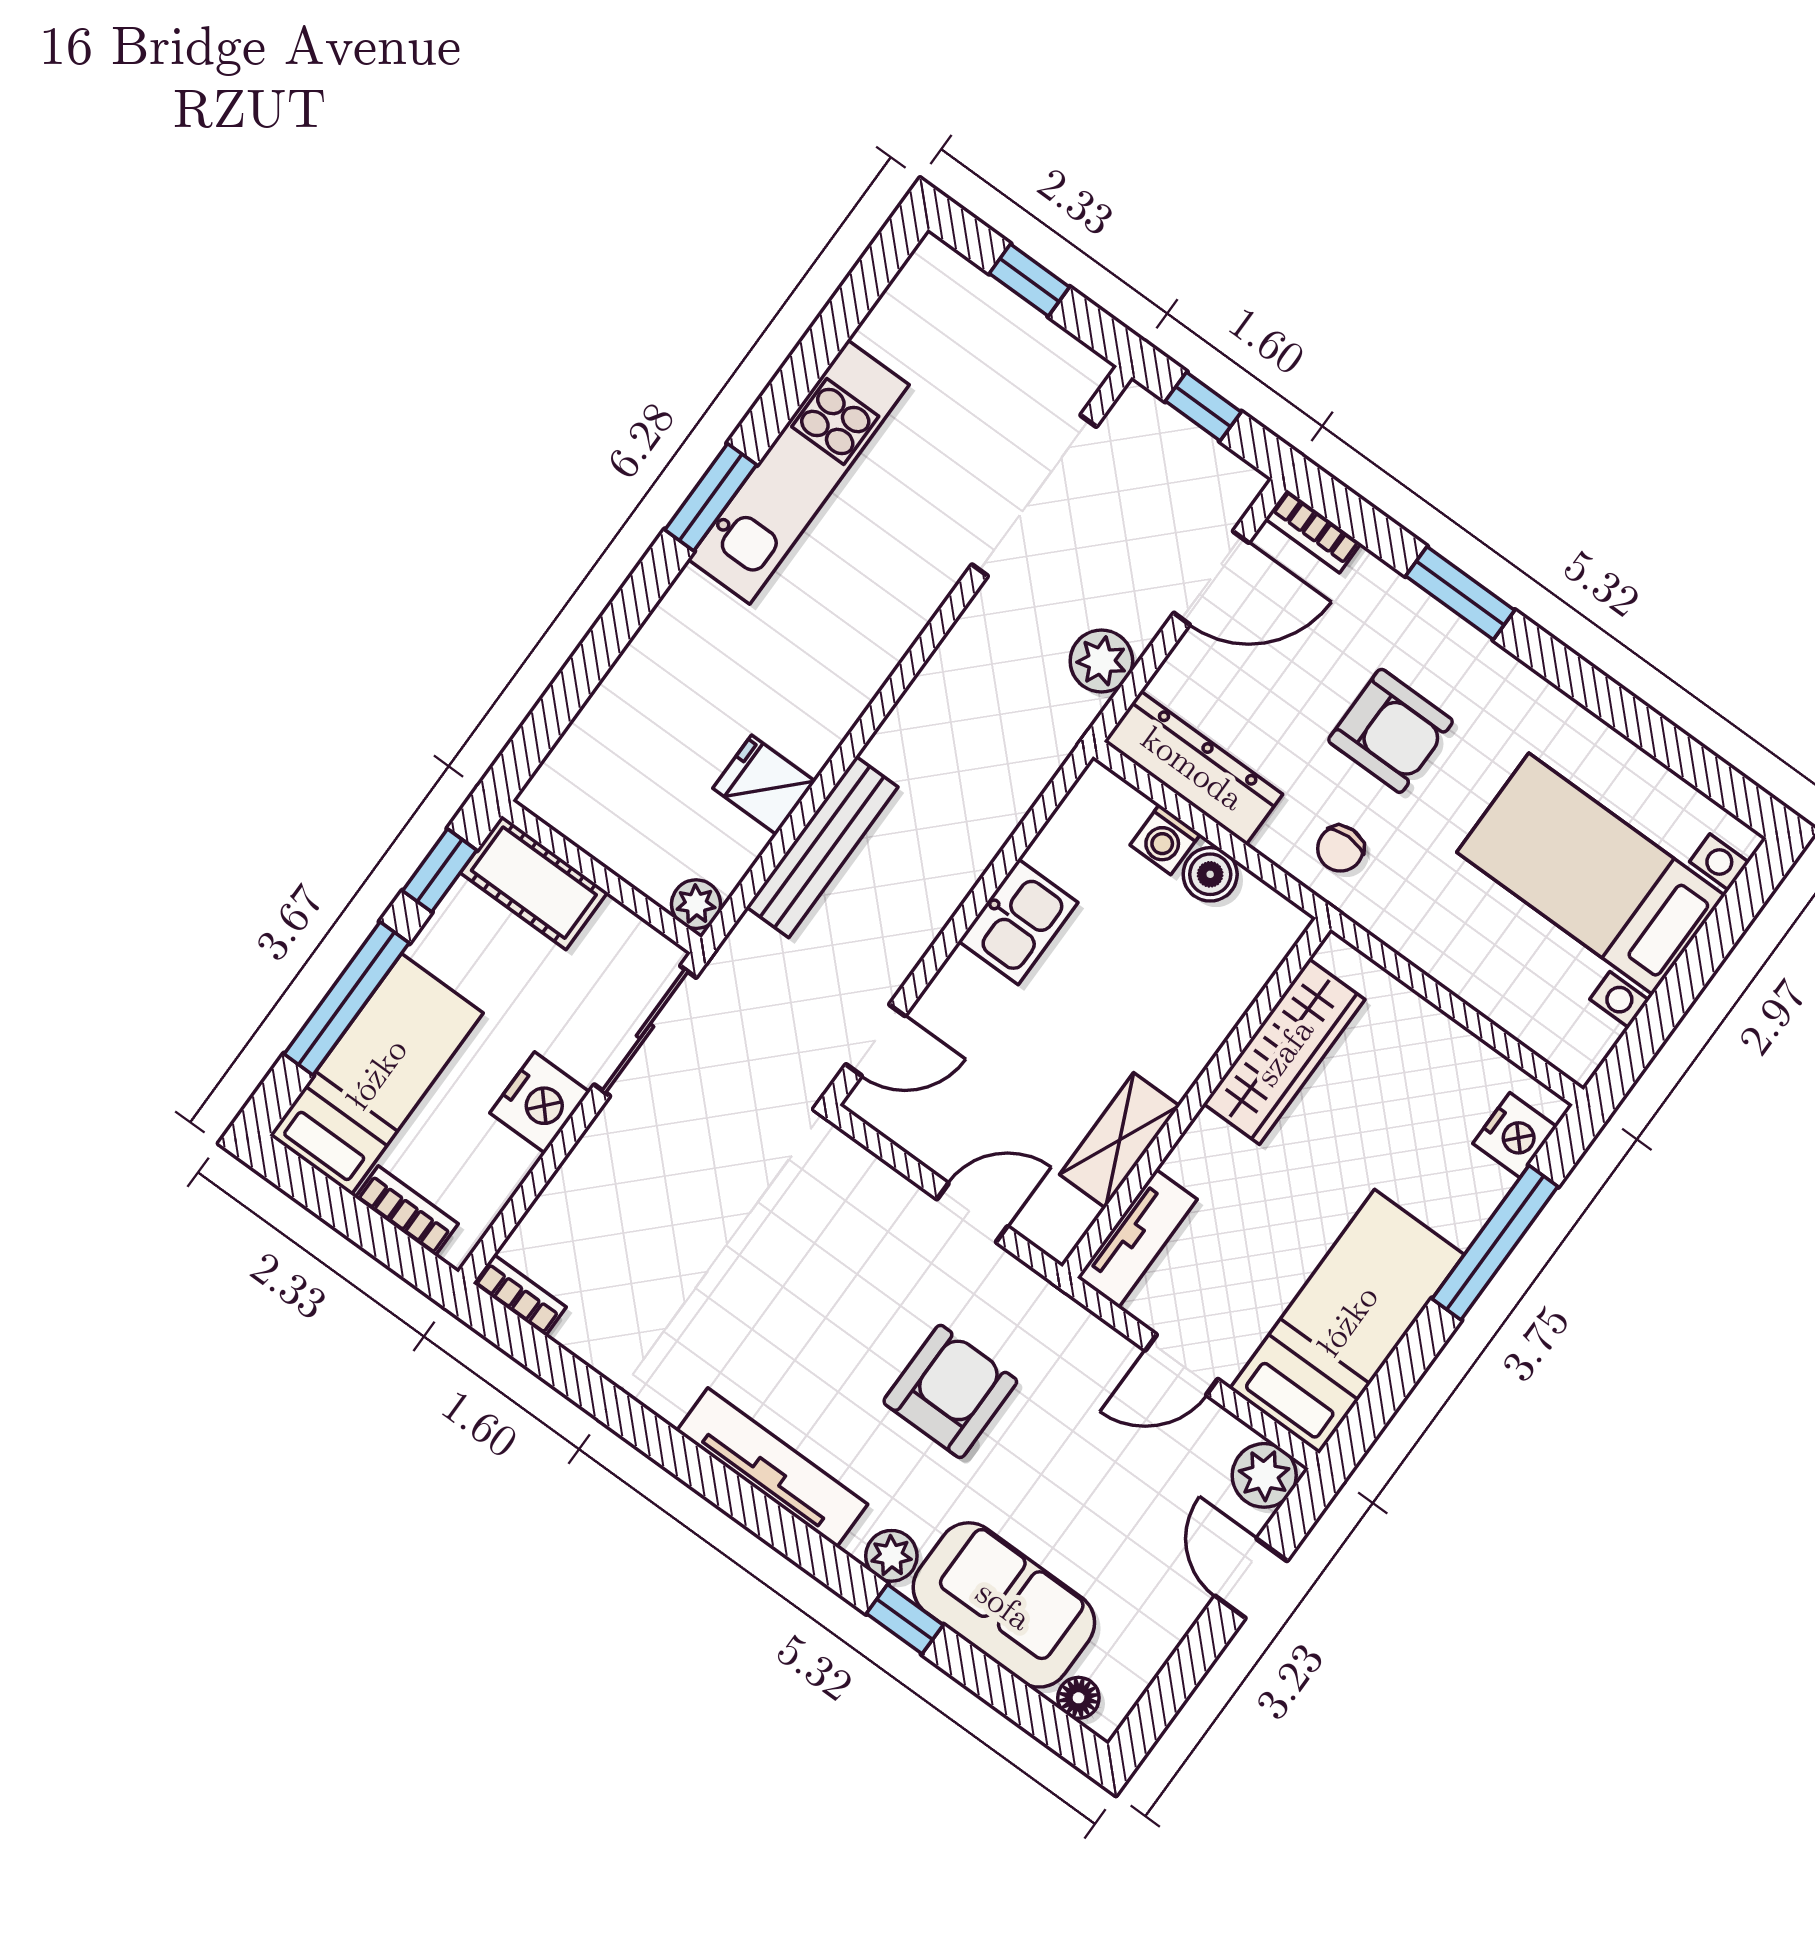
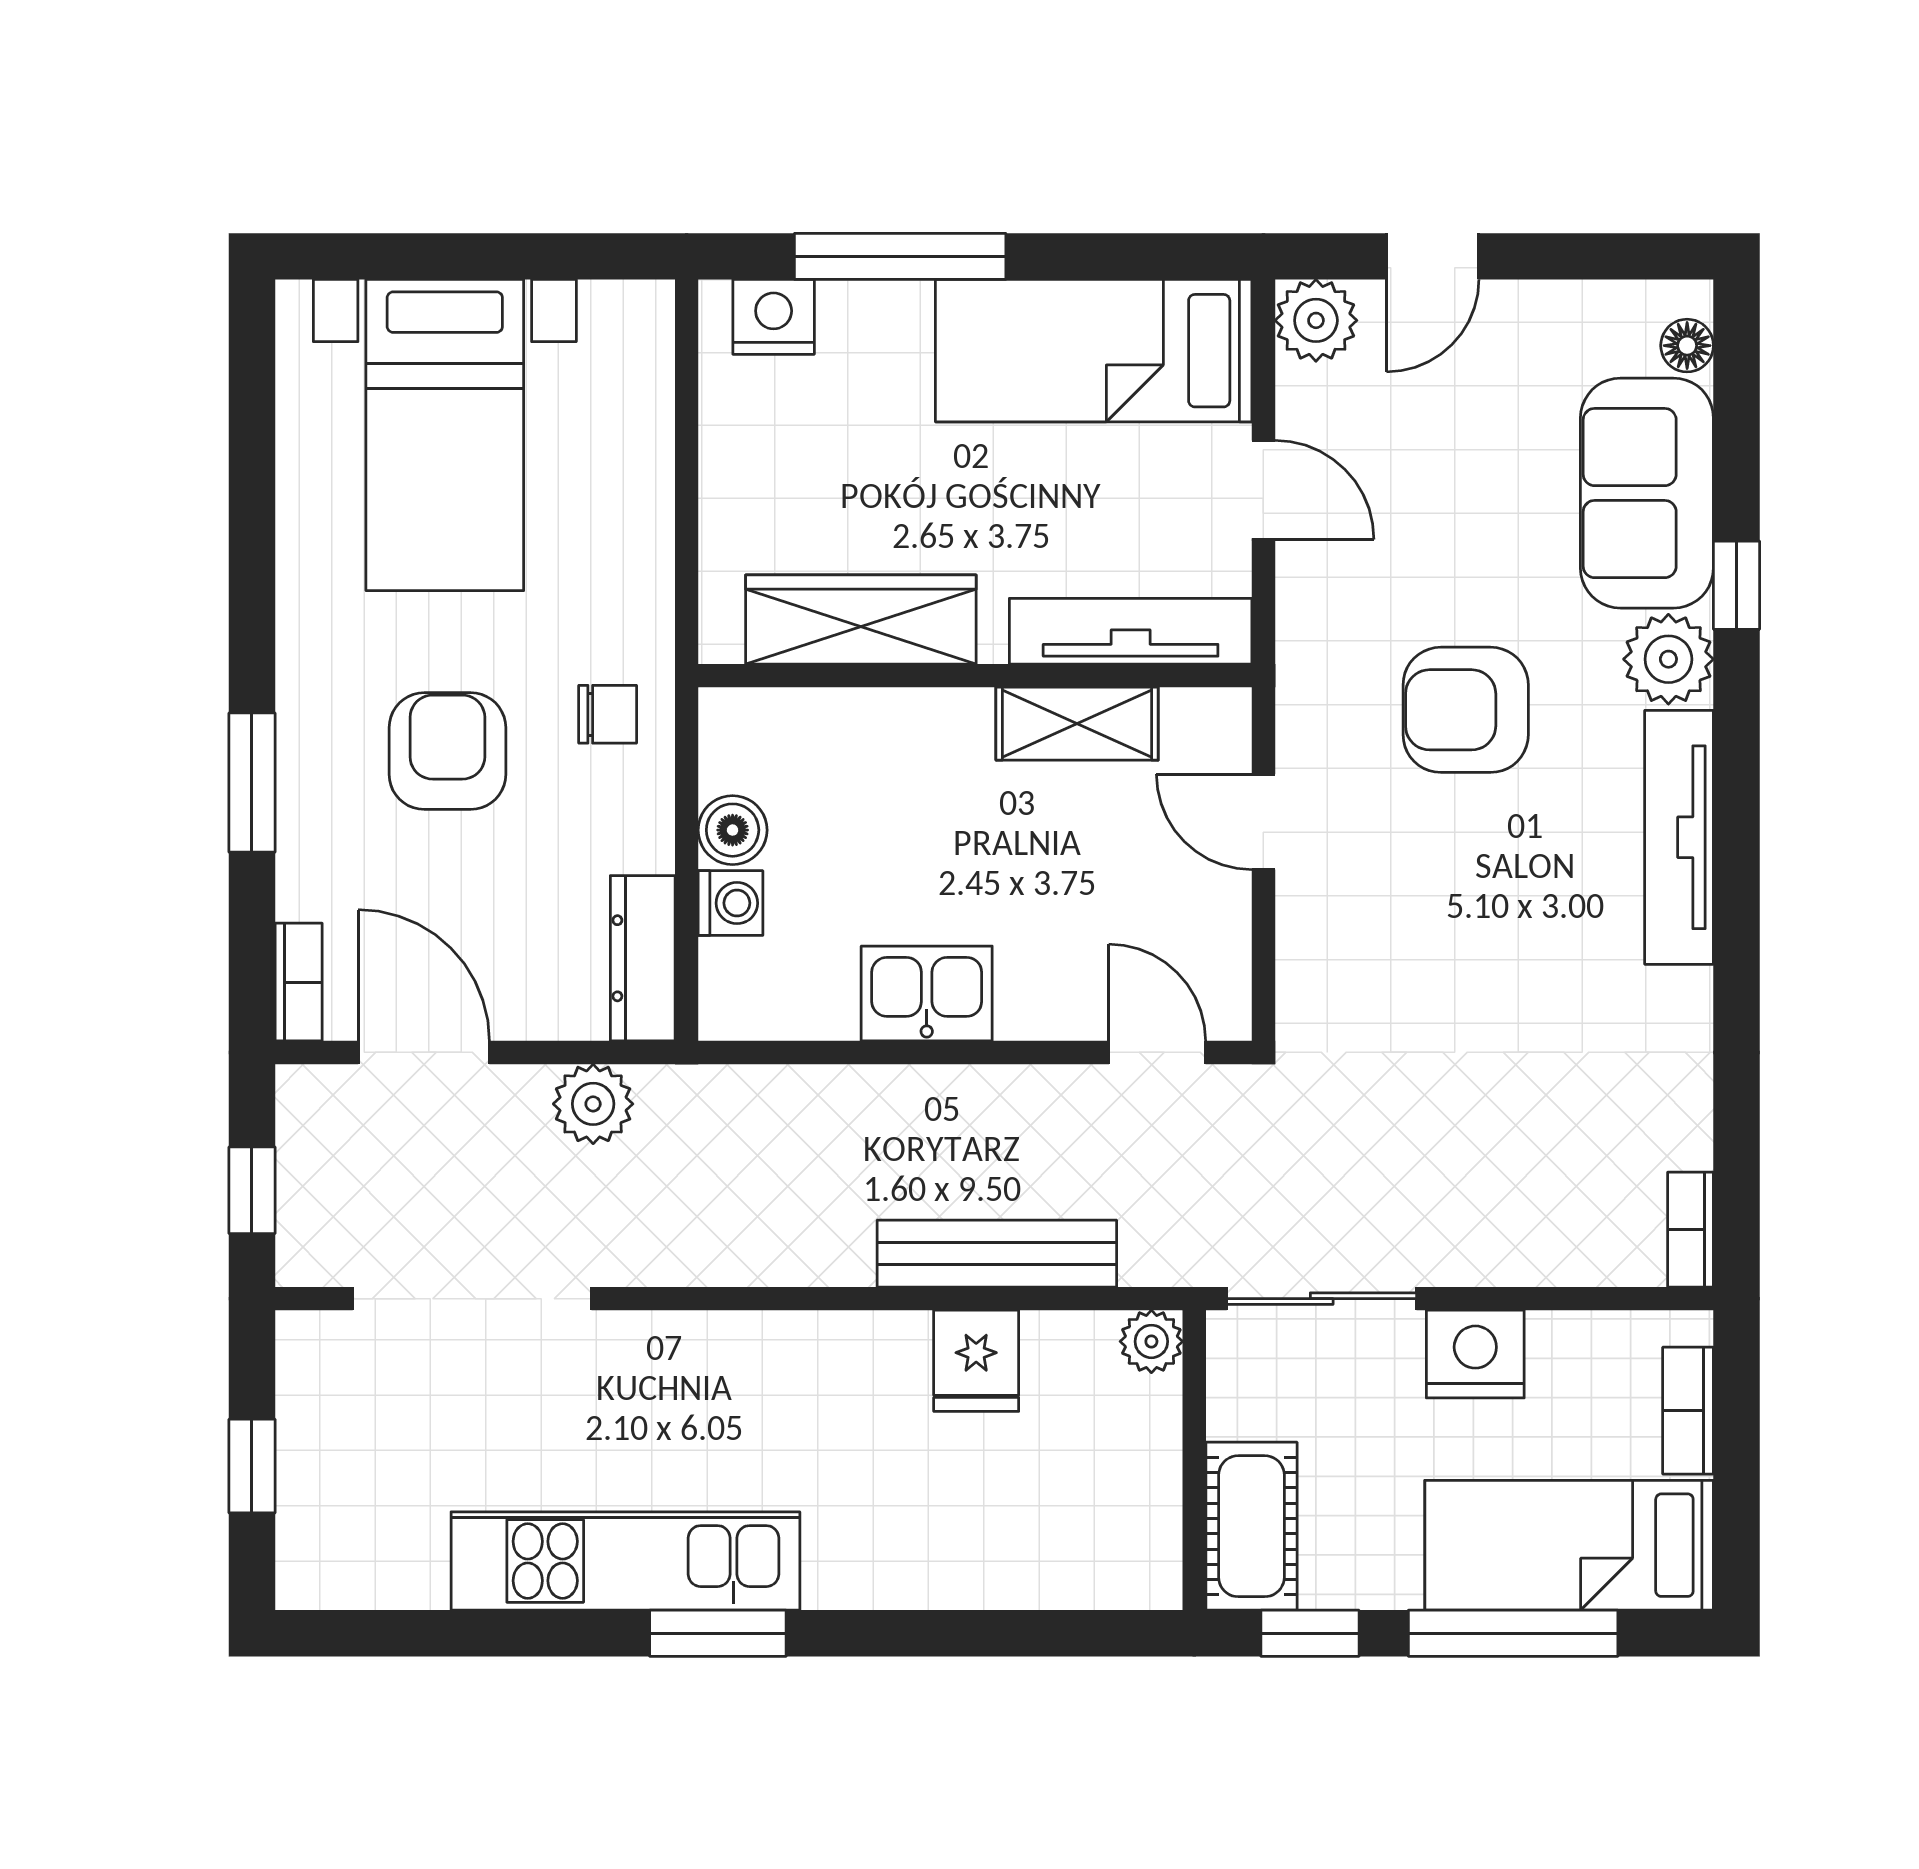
dresser: (1193, 768) -> (643, 958), width x0.73, depth x0.80
tv unit: (1137, 1238) -> (1131, 631), width x1.41
plant: (891, 1556) -> (1668, 659), width x1.38, depth x1.38

